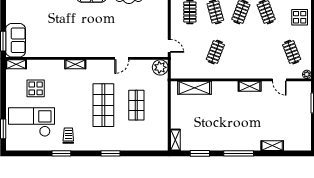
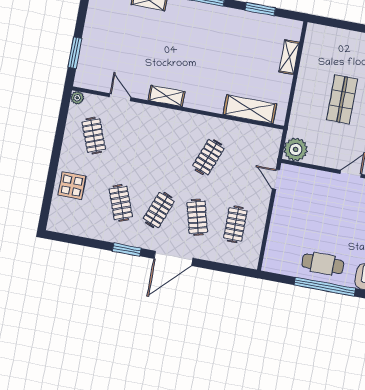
shelving: (175, 140) -> (289, 57), moved

